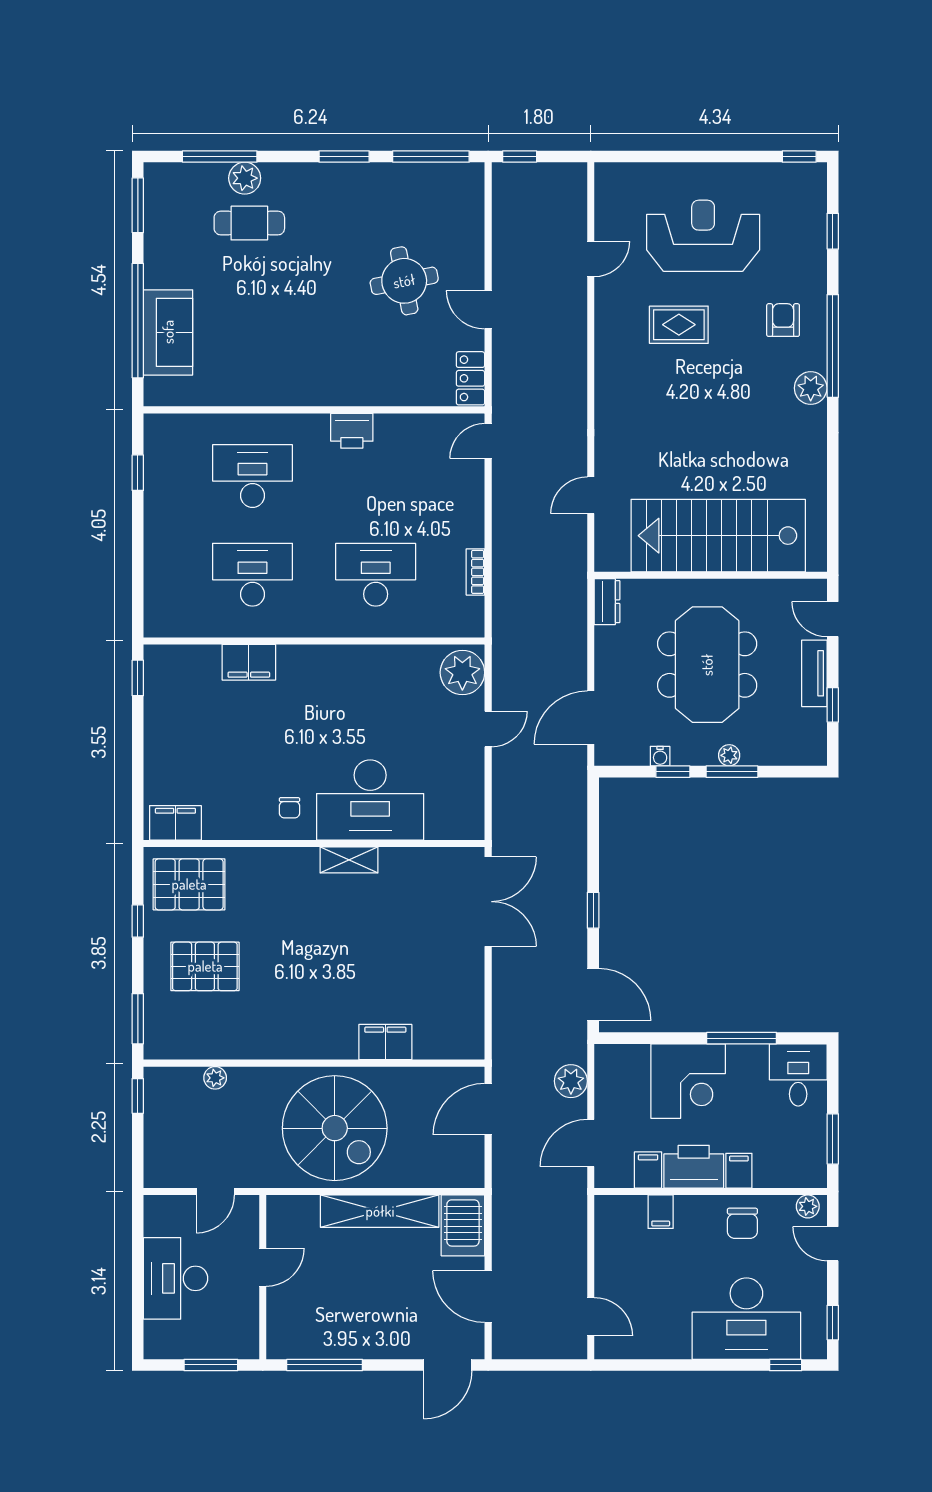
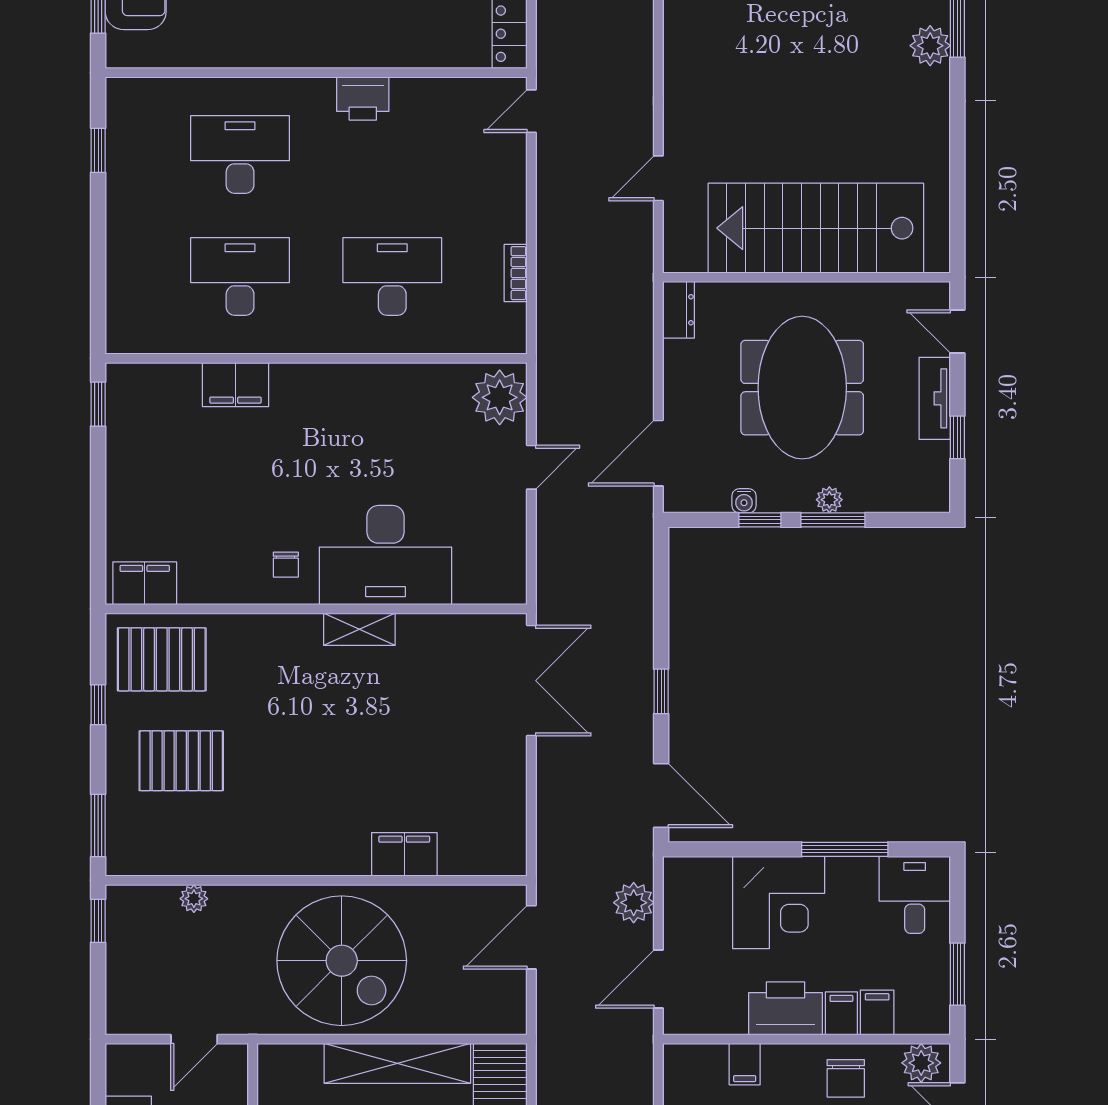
filing cabinet: (648, 1170) -> (877, 1013), moved
plant: (808, 1206) -> (921, 1063), width x1.38, depth x1.38

